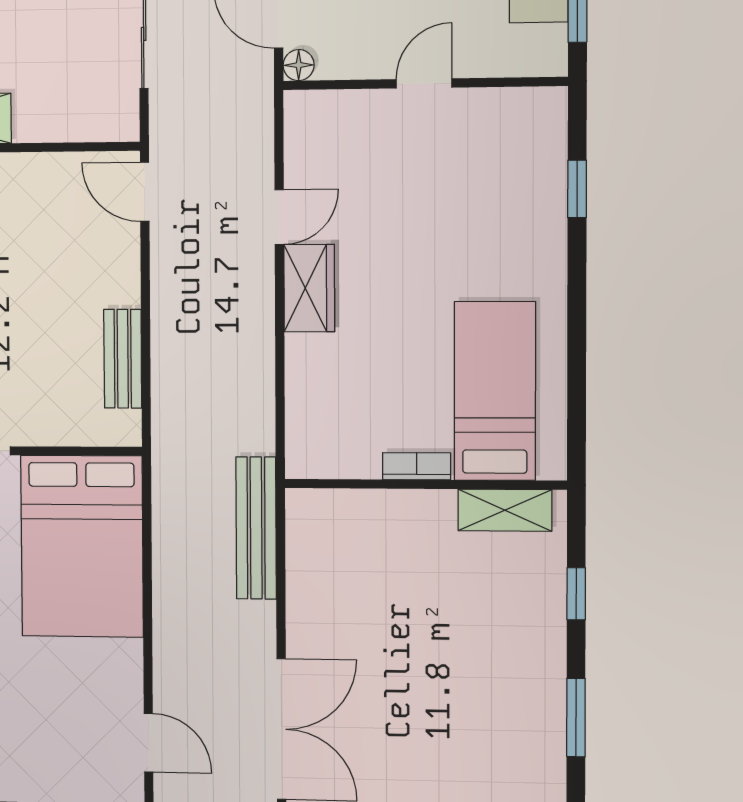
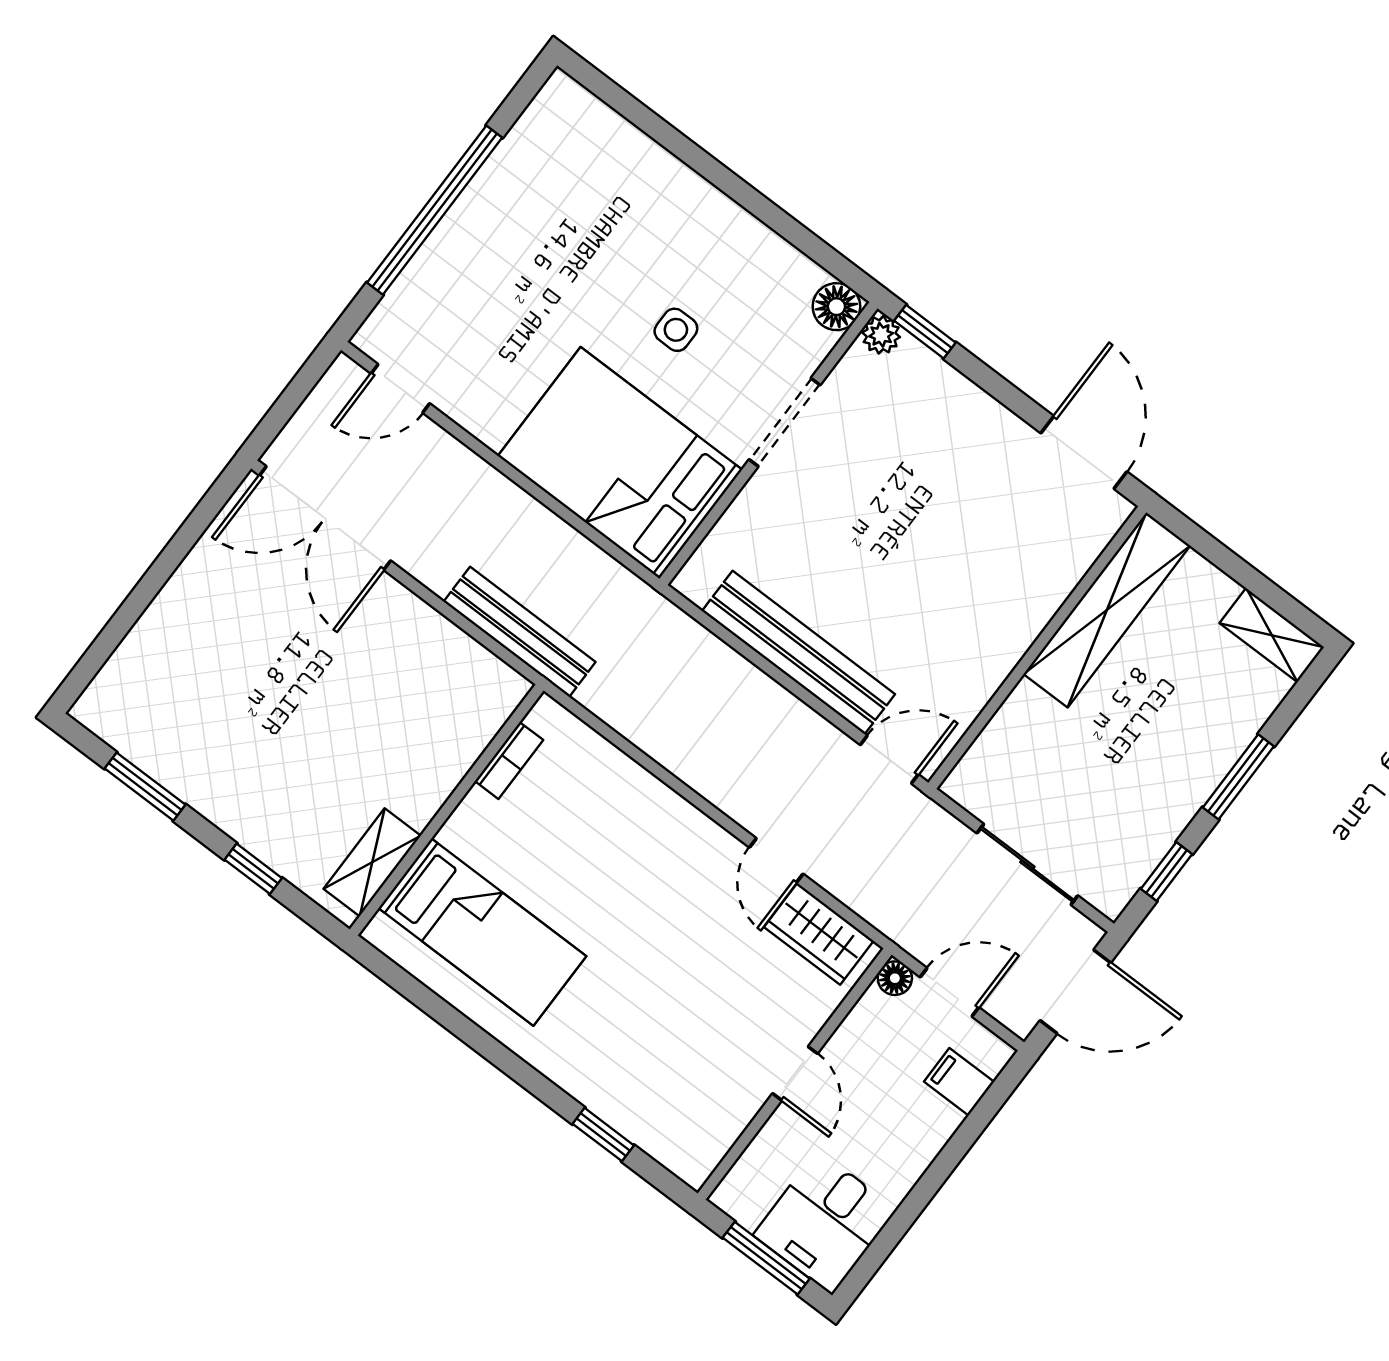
wardrobe: (309, 288) -> (819, 934), moved
bench: (123, 359) -> (798, 653), width x1.86, depth x1.21
bookcase: (417, 466) -> (509, 761), moved

